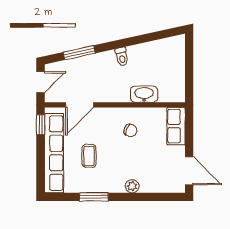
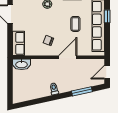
washbasin: (144, 94) -> (22, 64), moved
door: (80, 105) -> (68, 57), moved
window: (41, 125) -> (107, 16), moved

